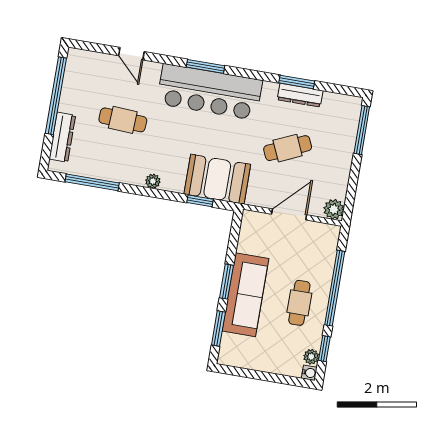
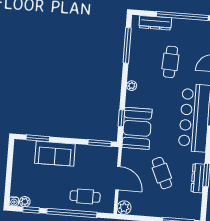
window: (226, 282) -> (100, 143), moved
sofa: (245, 295) -> (55, 154), width x0.73
cafe table: (299, 303) -> (85, 196), moved

